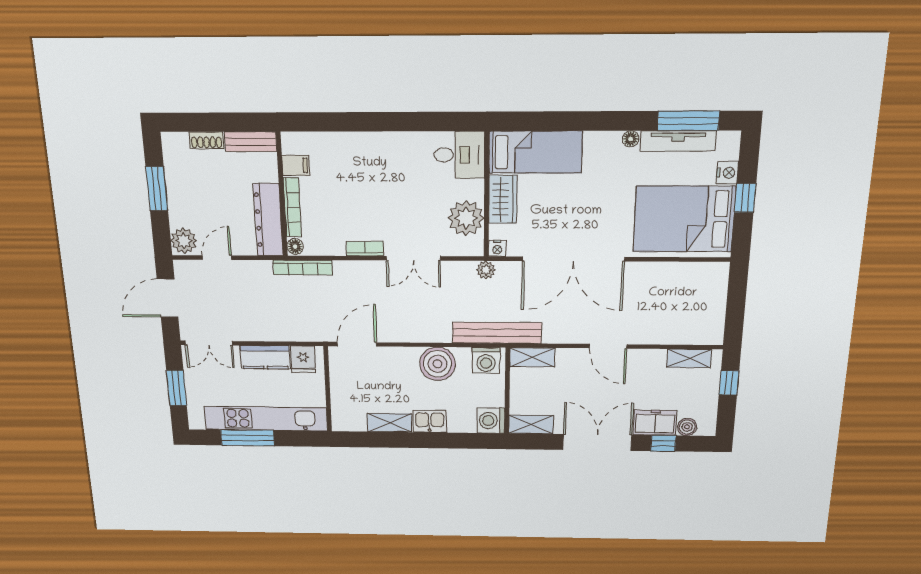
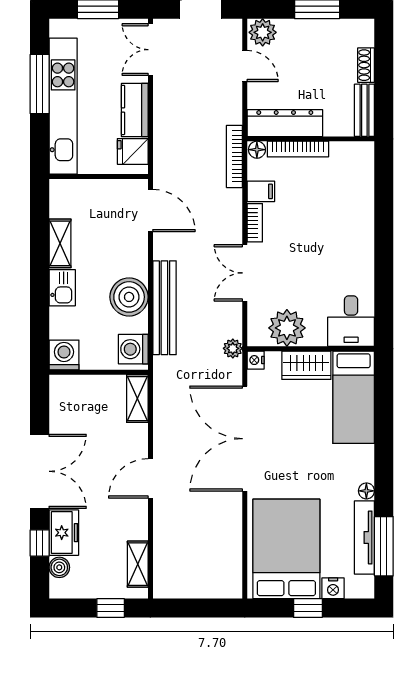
filing cabinet: (296, 165) -> (261, 191), moved, turned -90
bench: (497, 333) -> (164, 308), moved
shelving: (531, 424) -> (60, 399), removed

